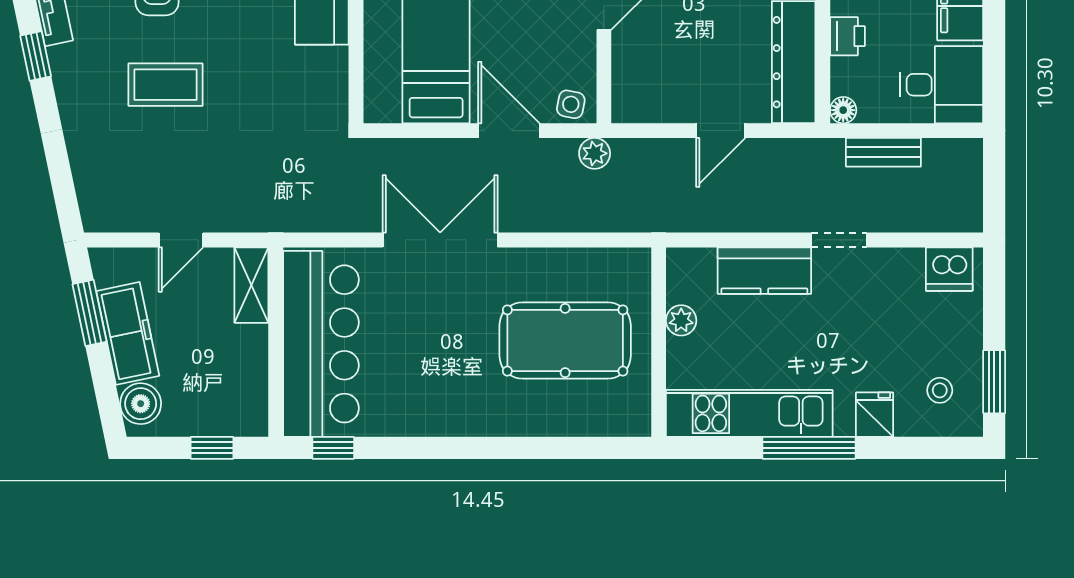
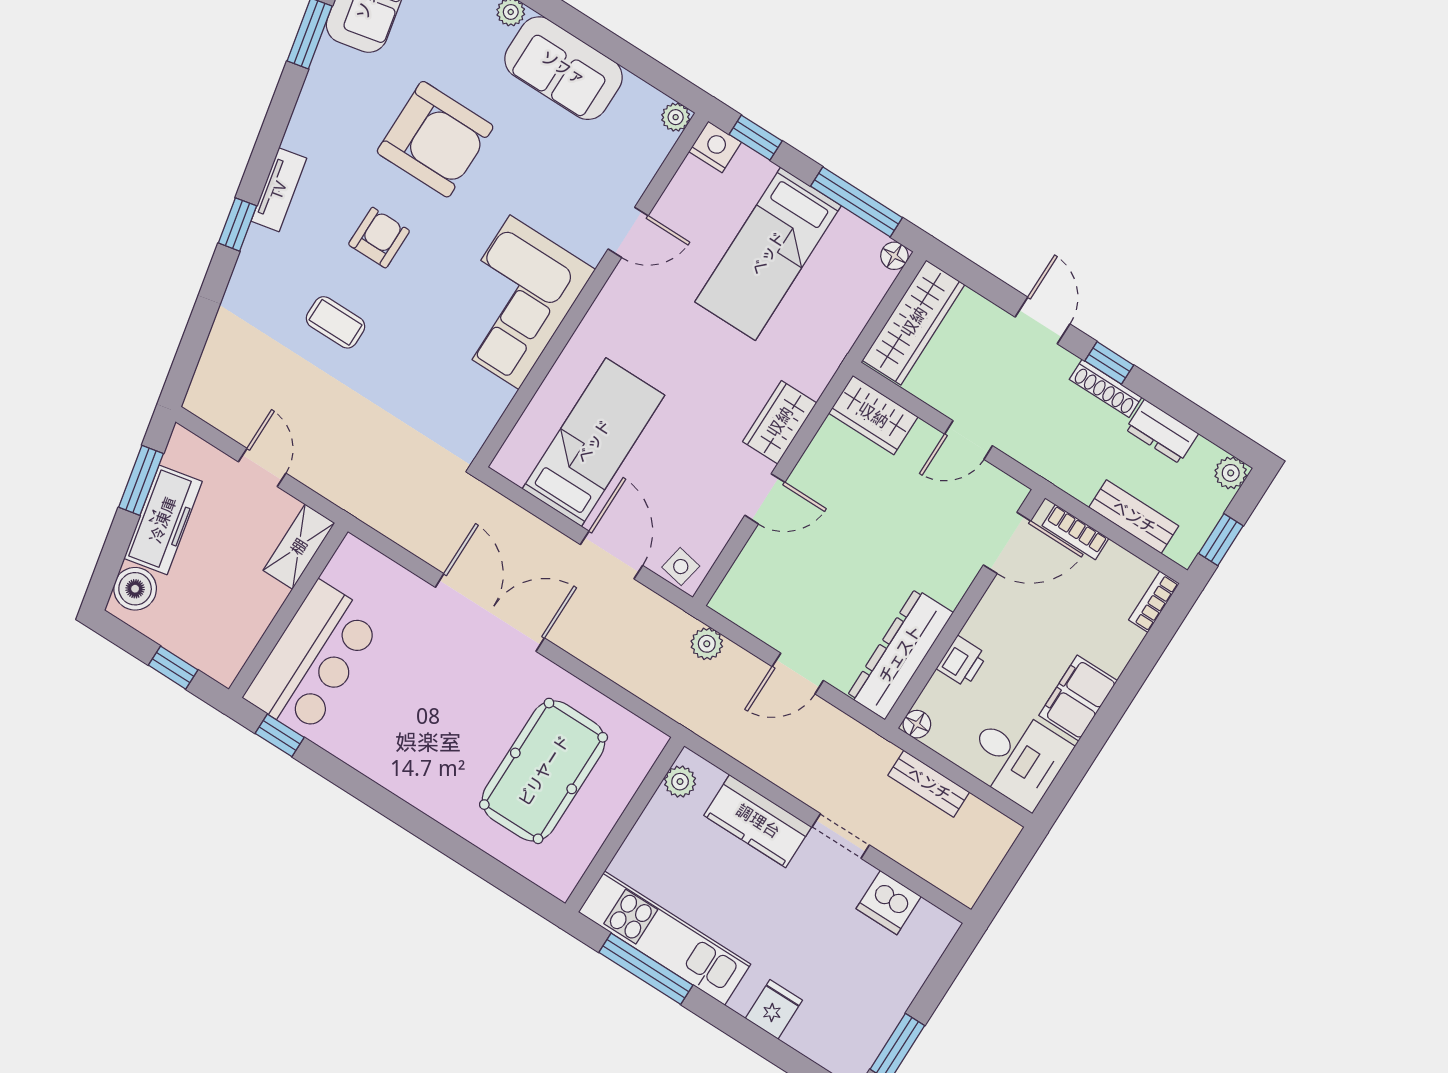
coffee table: (166, 85) -> (336, 322), width x0.73, depth x0.77
plant: (595, 153) -> (707, 644), moved
door: (181, 240) -> (262, 467), swing flipped
dishwasher: (949, 269) -> (889, 903), moved
plant: (681, 320) -> (680, 782), moved
pool table: (565, 340) -> (544, 771), turned 90
bar counter: (321, 344) -> (313, 659), width x0.73
stool: (940, 390) -> (845, 1024), removed
window: (809, 448) -> (646, 969), moved

